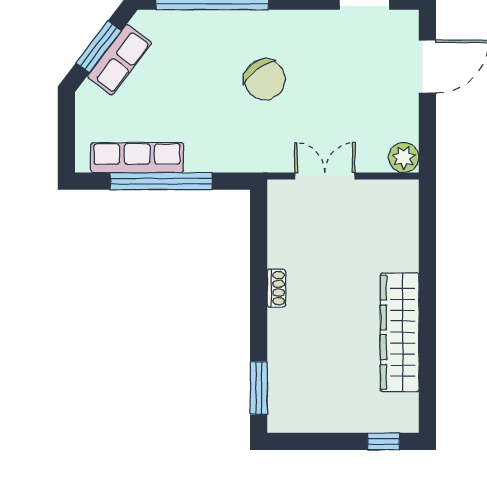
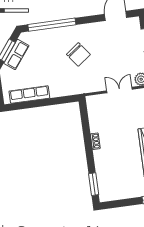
double door: (325, 176) -> (119, 90), moved
window: (161, 181) -> (41, 103), removed

